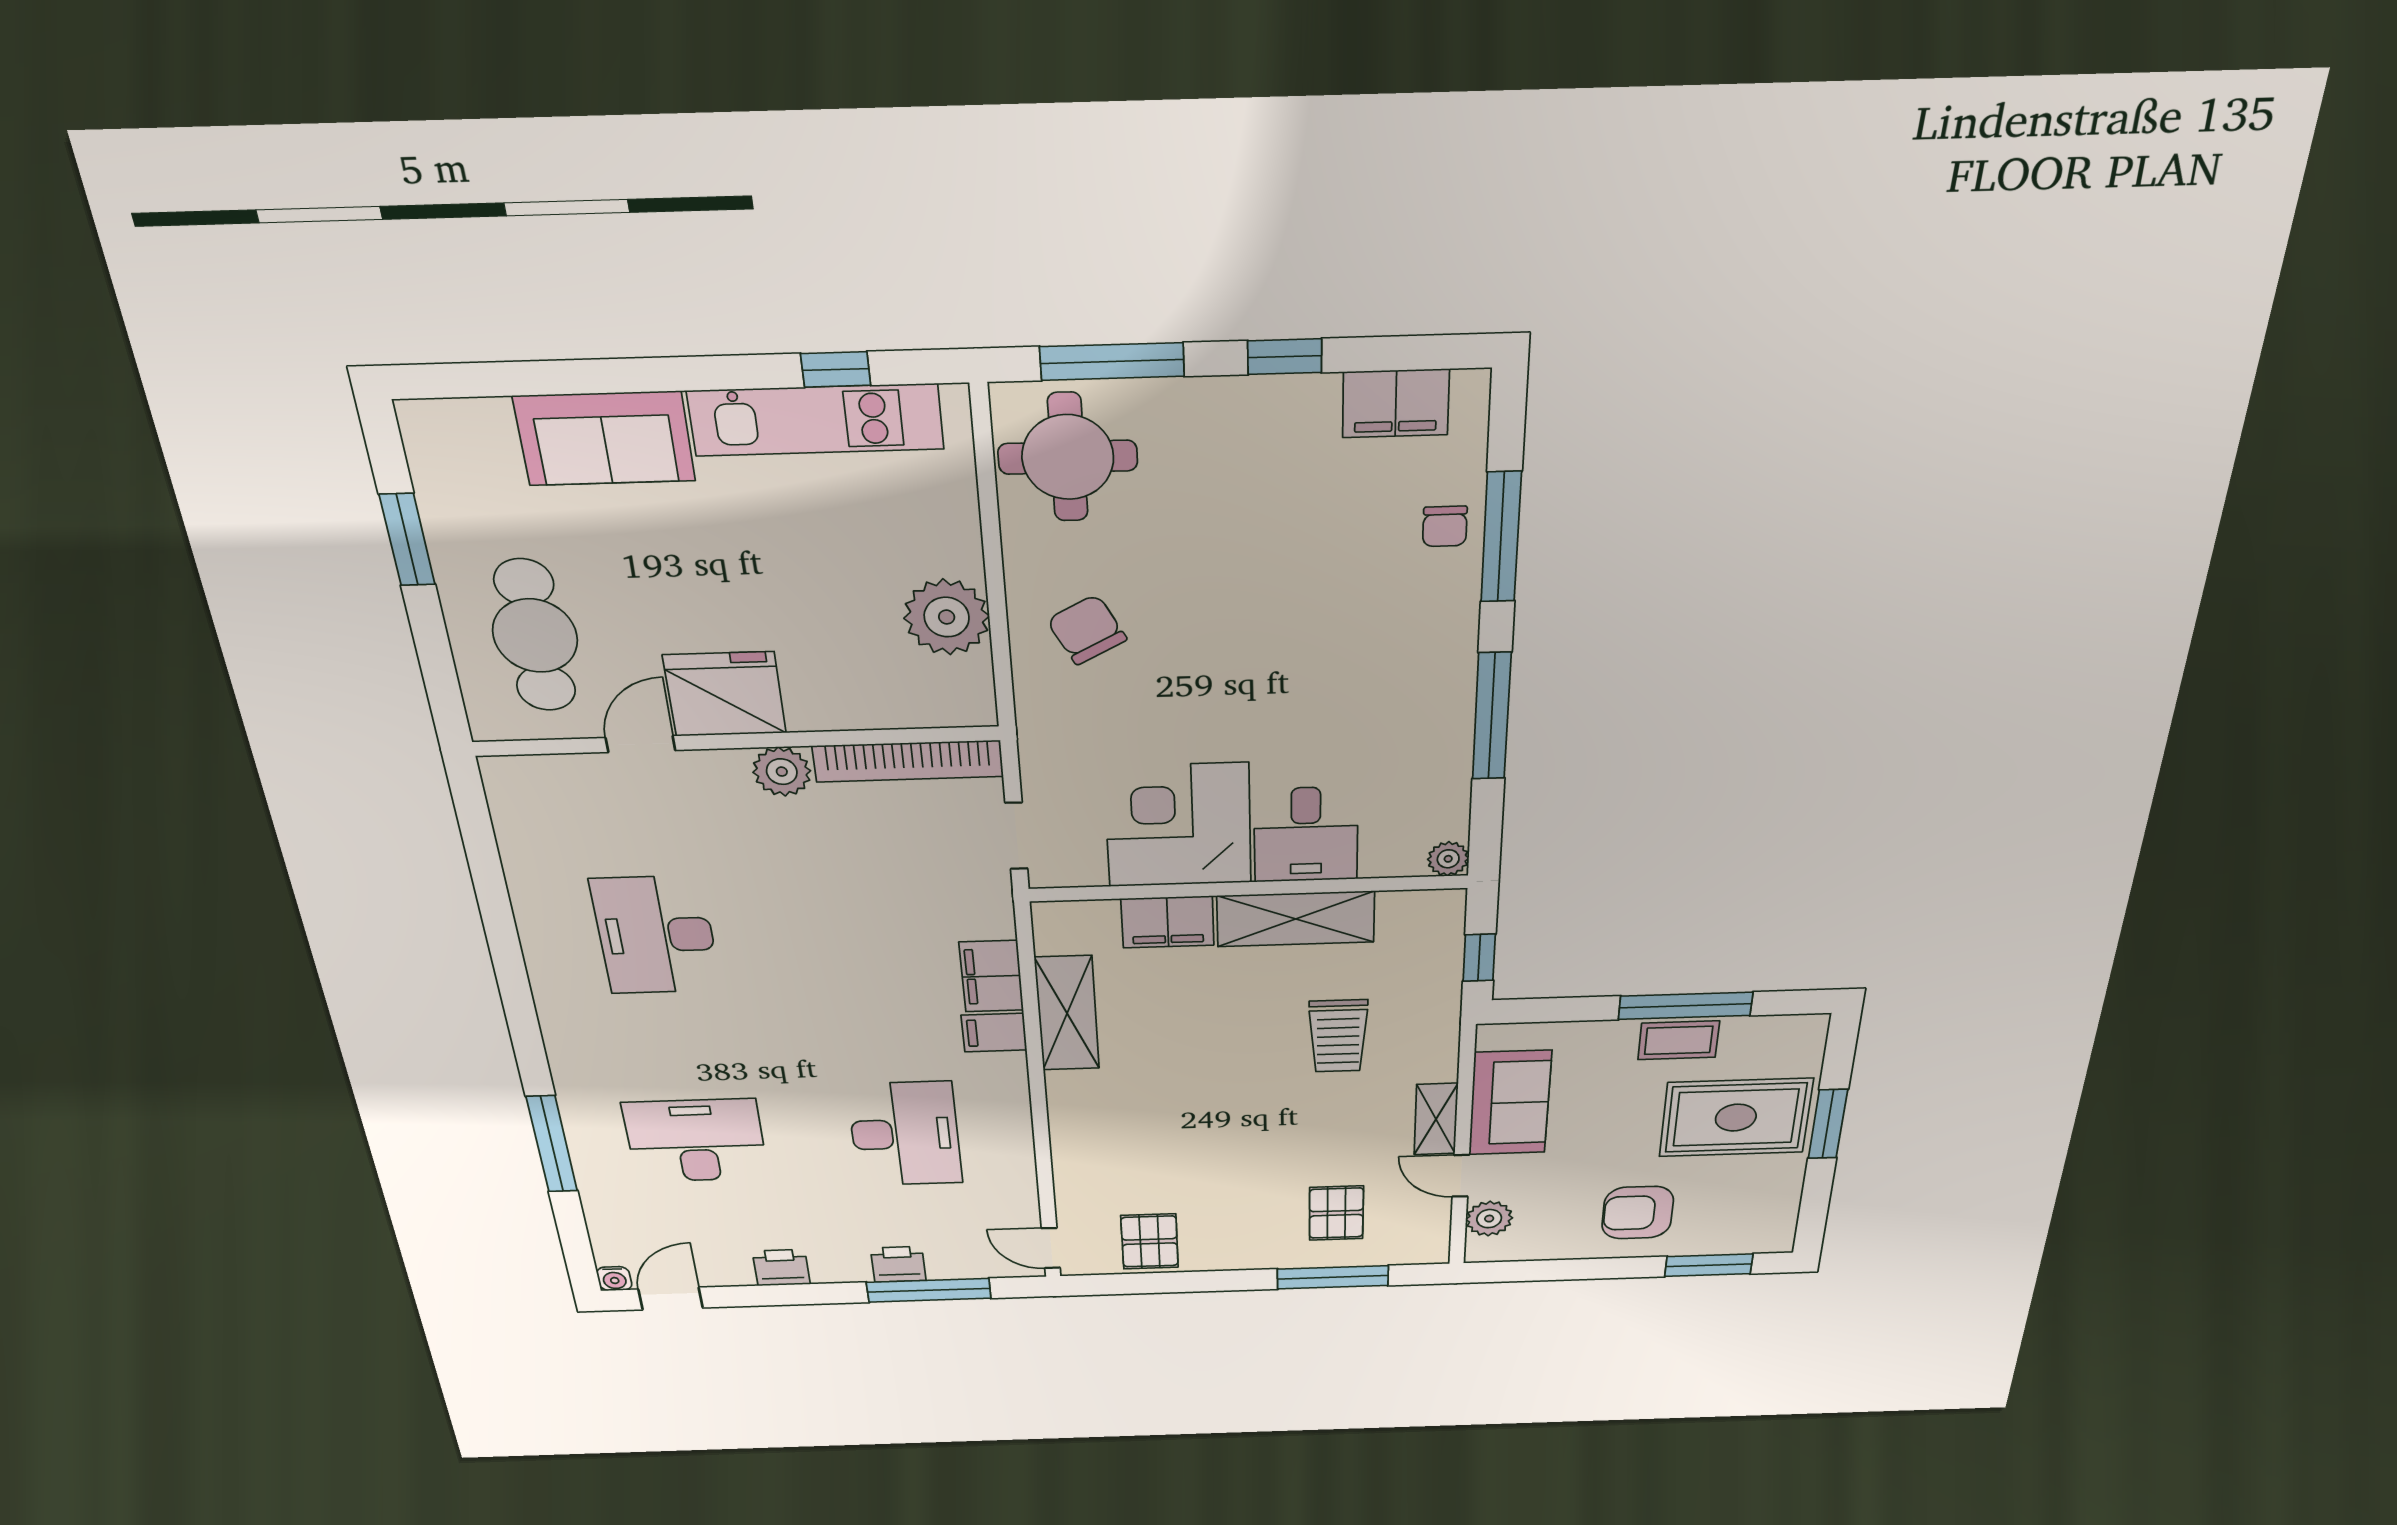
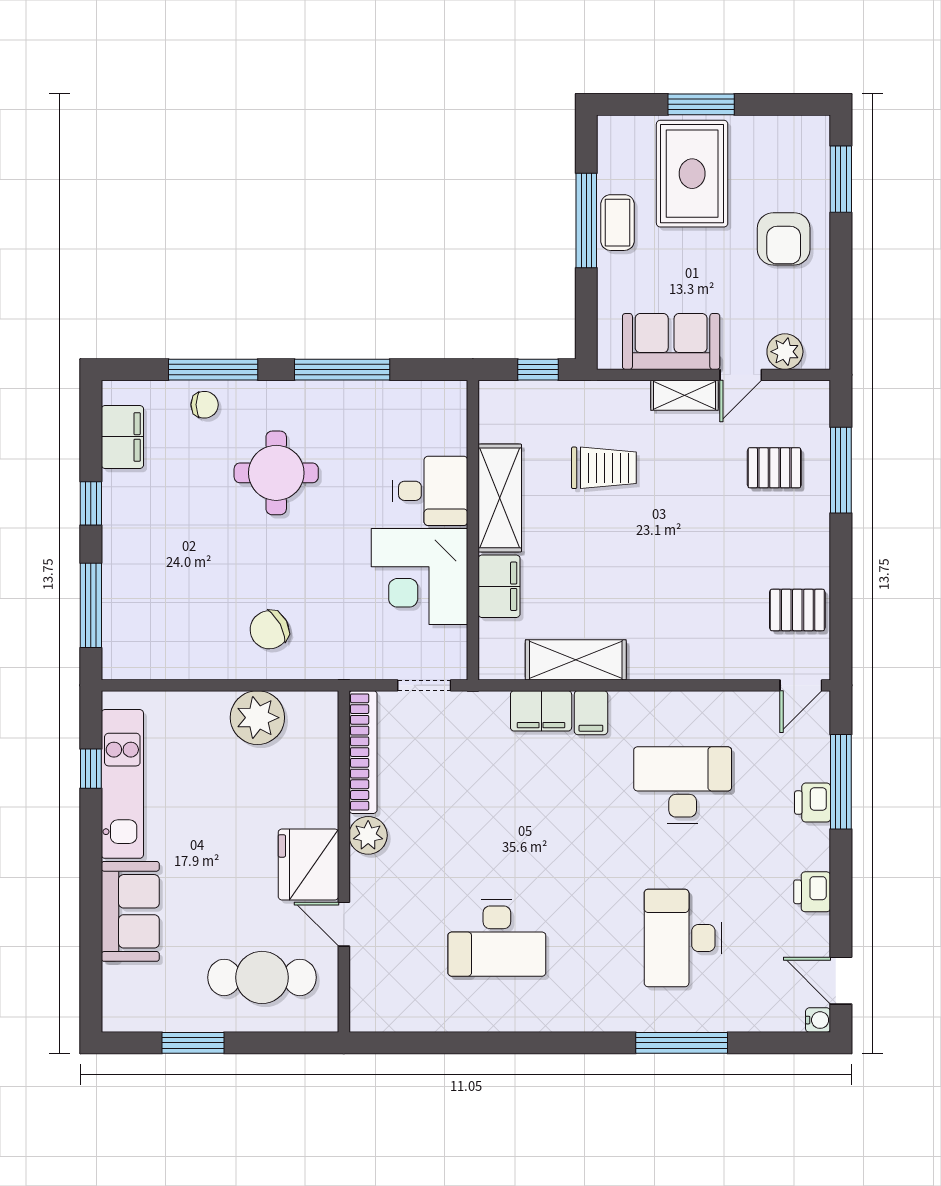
round table: (1068, 457) -> (276, 473), moved
plant: (1448, 859) -> (454, 394), removed

